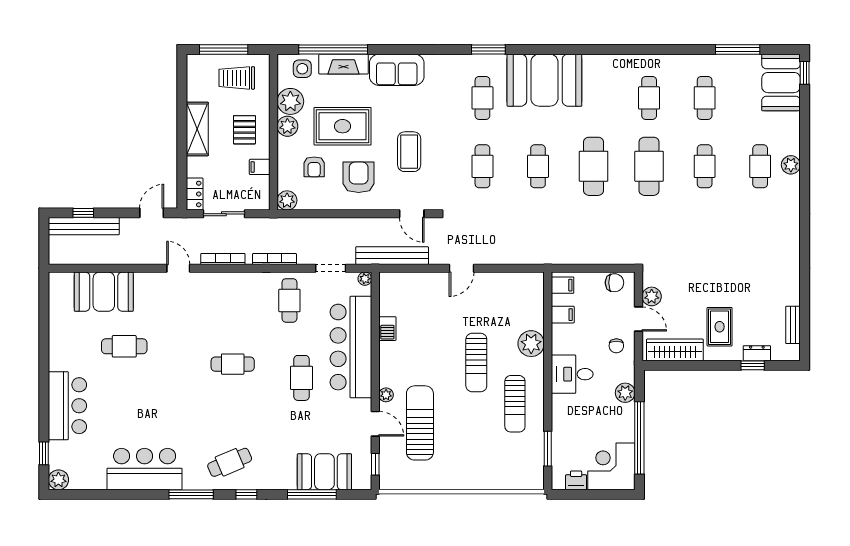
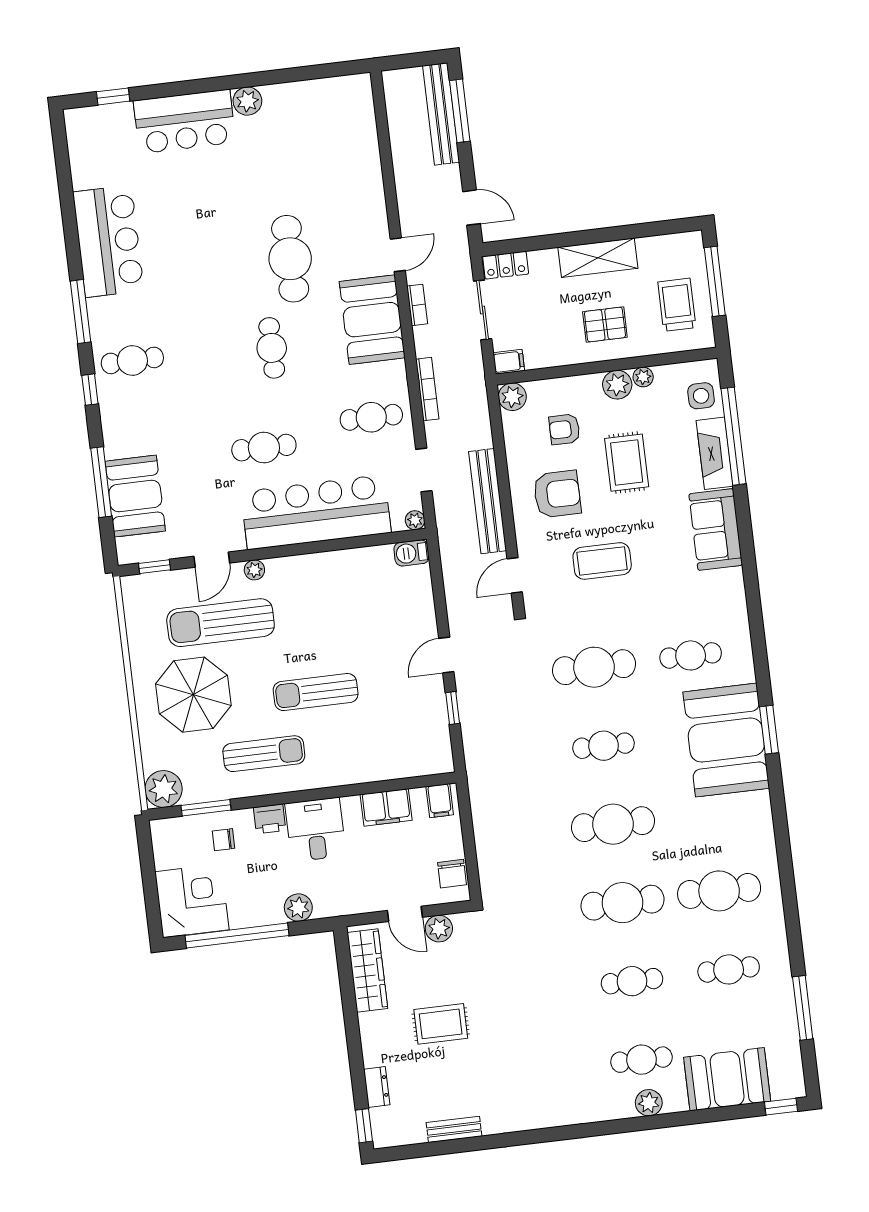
window: (488, 49) -> (769, 730), moved
booth: (781, 83) -> (727, 1079), moved
cafe table: (649, 98) -> (719, 891), width x1.37, depth x1.35
plant: (290, 101) -> (643, 377), width x0.53, depth x0.53
rug: (343, 126) -> (627, 463), width x0.73, depth x0.70
cafe table: (482, 166) -> (594, 667), width x1.37, depth x1.35
filing cabinet: (260, 167) -> (509, 362), moved, turned 90
window: (83, 213) -> (460, 111), width x2.17
bench: (392, 256) -> (488, 501), moved
bookcase: (223, 259) -> (417, 305), width x0.64
door: (462, 268) -> (446, 655), hinge flipped
window: (499, 268) -> (453, 708), added
booth: (104, 292) -> (372, 320), moved
filing cabinet: (563, 315) -> (386, 807), width x2.00
door: (639, 319) -> (405, 914), hinge flipped
bench: (793, 325) -> (454, 1129), moved
rug: (720, 327) -> (441, 1024), moved
barbecue: (387, 329) -> (412, 553), moved
plant: (531, 344) -> (163, 789), moved
cafe table: (124, 346) -> (290, 259), moved, width x1.37, depth x1.35
chair: (616, 346) -> (223, 840), moved
window: (753, 365) -> (364, 1126), moved
sun lounger: (515, 404) -> (264, 754), turned 180
sun lounger: (420, 423) -> (221, 623), turned 180
parasol: (468, 448) -> (193, 695), added
cafe table: (230, 462) -> (132, 360), turned -68
plant: (58, 480) -> (247, 101), moved
printer: (576, 480) -> (270, 819), moved, turned 90

